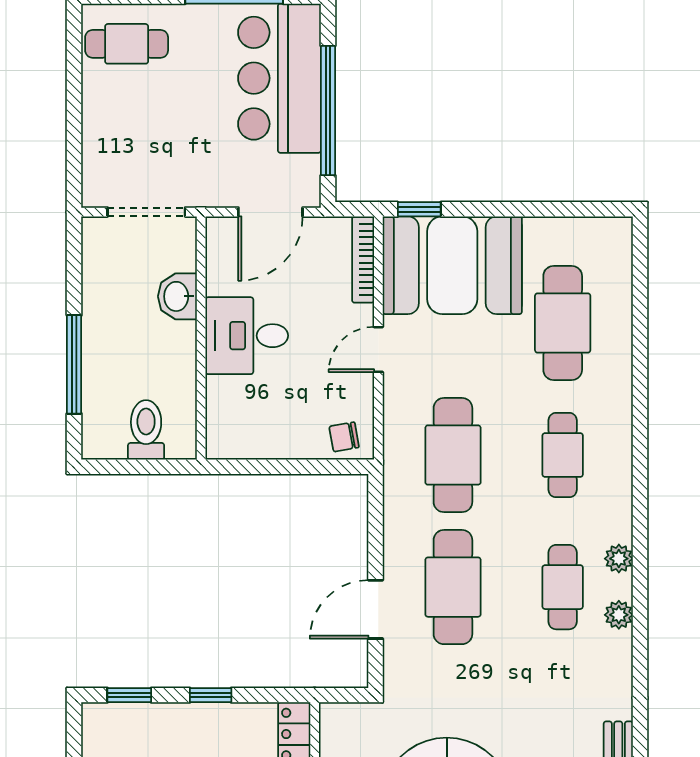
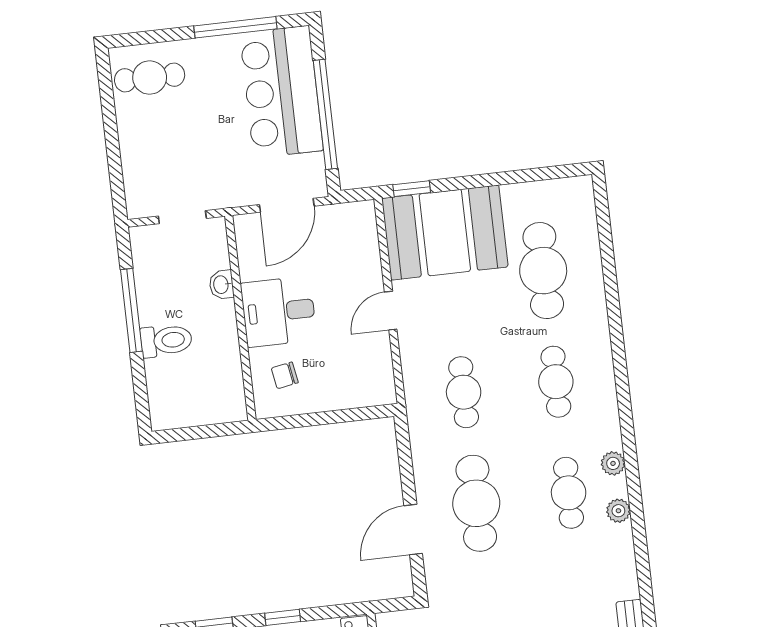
doorway: (146, 212) -> (182, 217), width x0.73
bookcase: (363, 260) -> (369, 236), removed
washbasin: (177, 296) -> (222, 285), width x0.72, depth x0.69
window: (74, 364) -> (131, 310), moved
toilet: (146, 430) -> (166, 341), moved, turned 90
chair: (344, 437) -> (285, 375), moved
cafe table: (453, 455) -> (464, 392), width x0.73, depth x0.74

